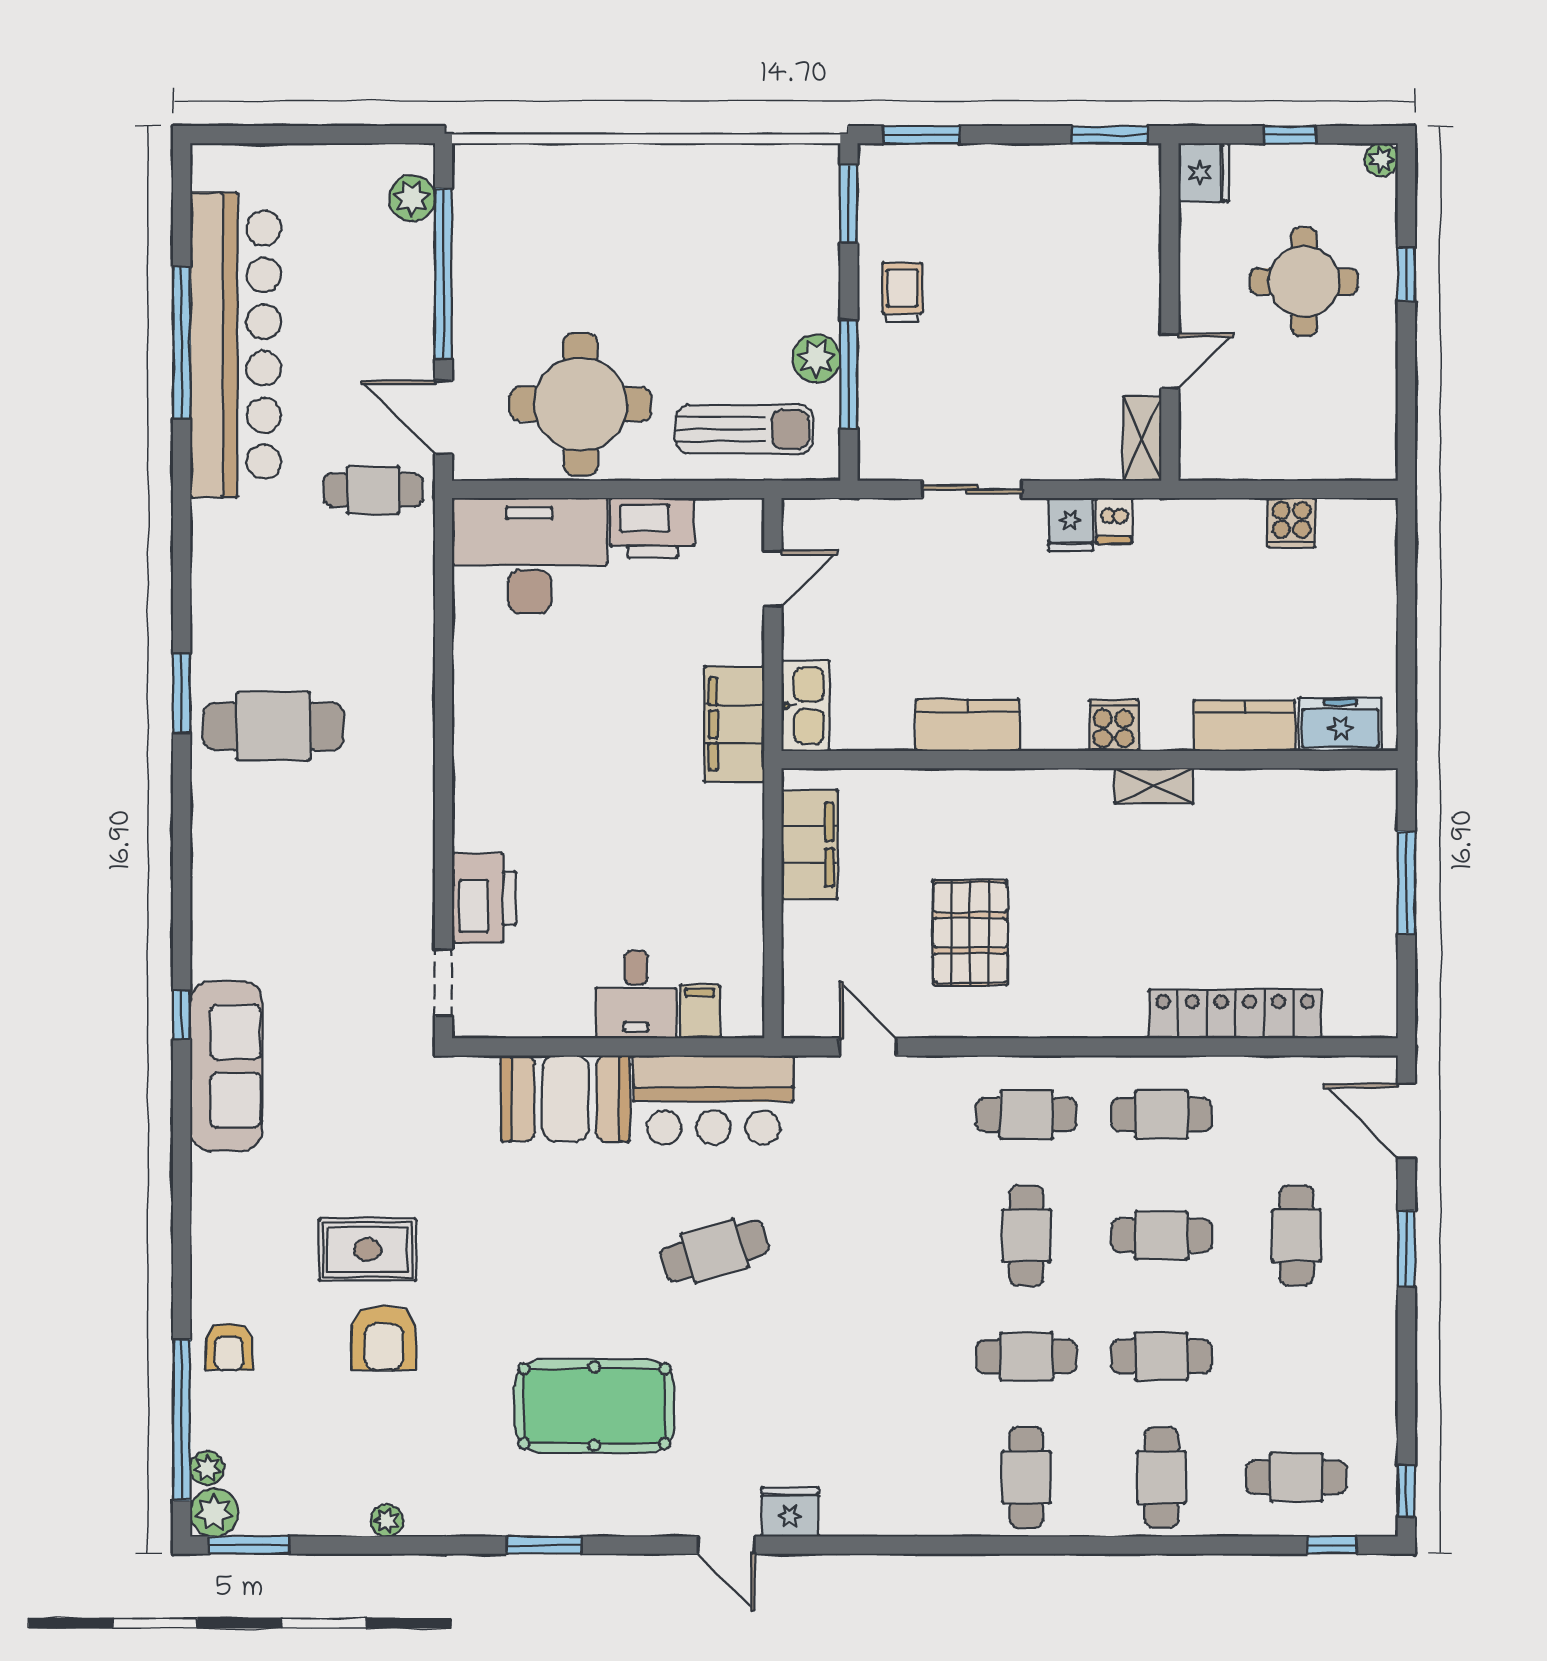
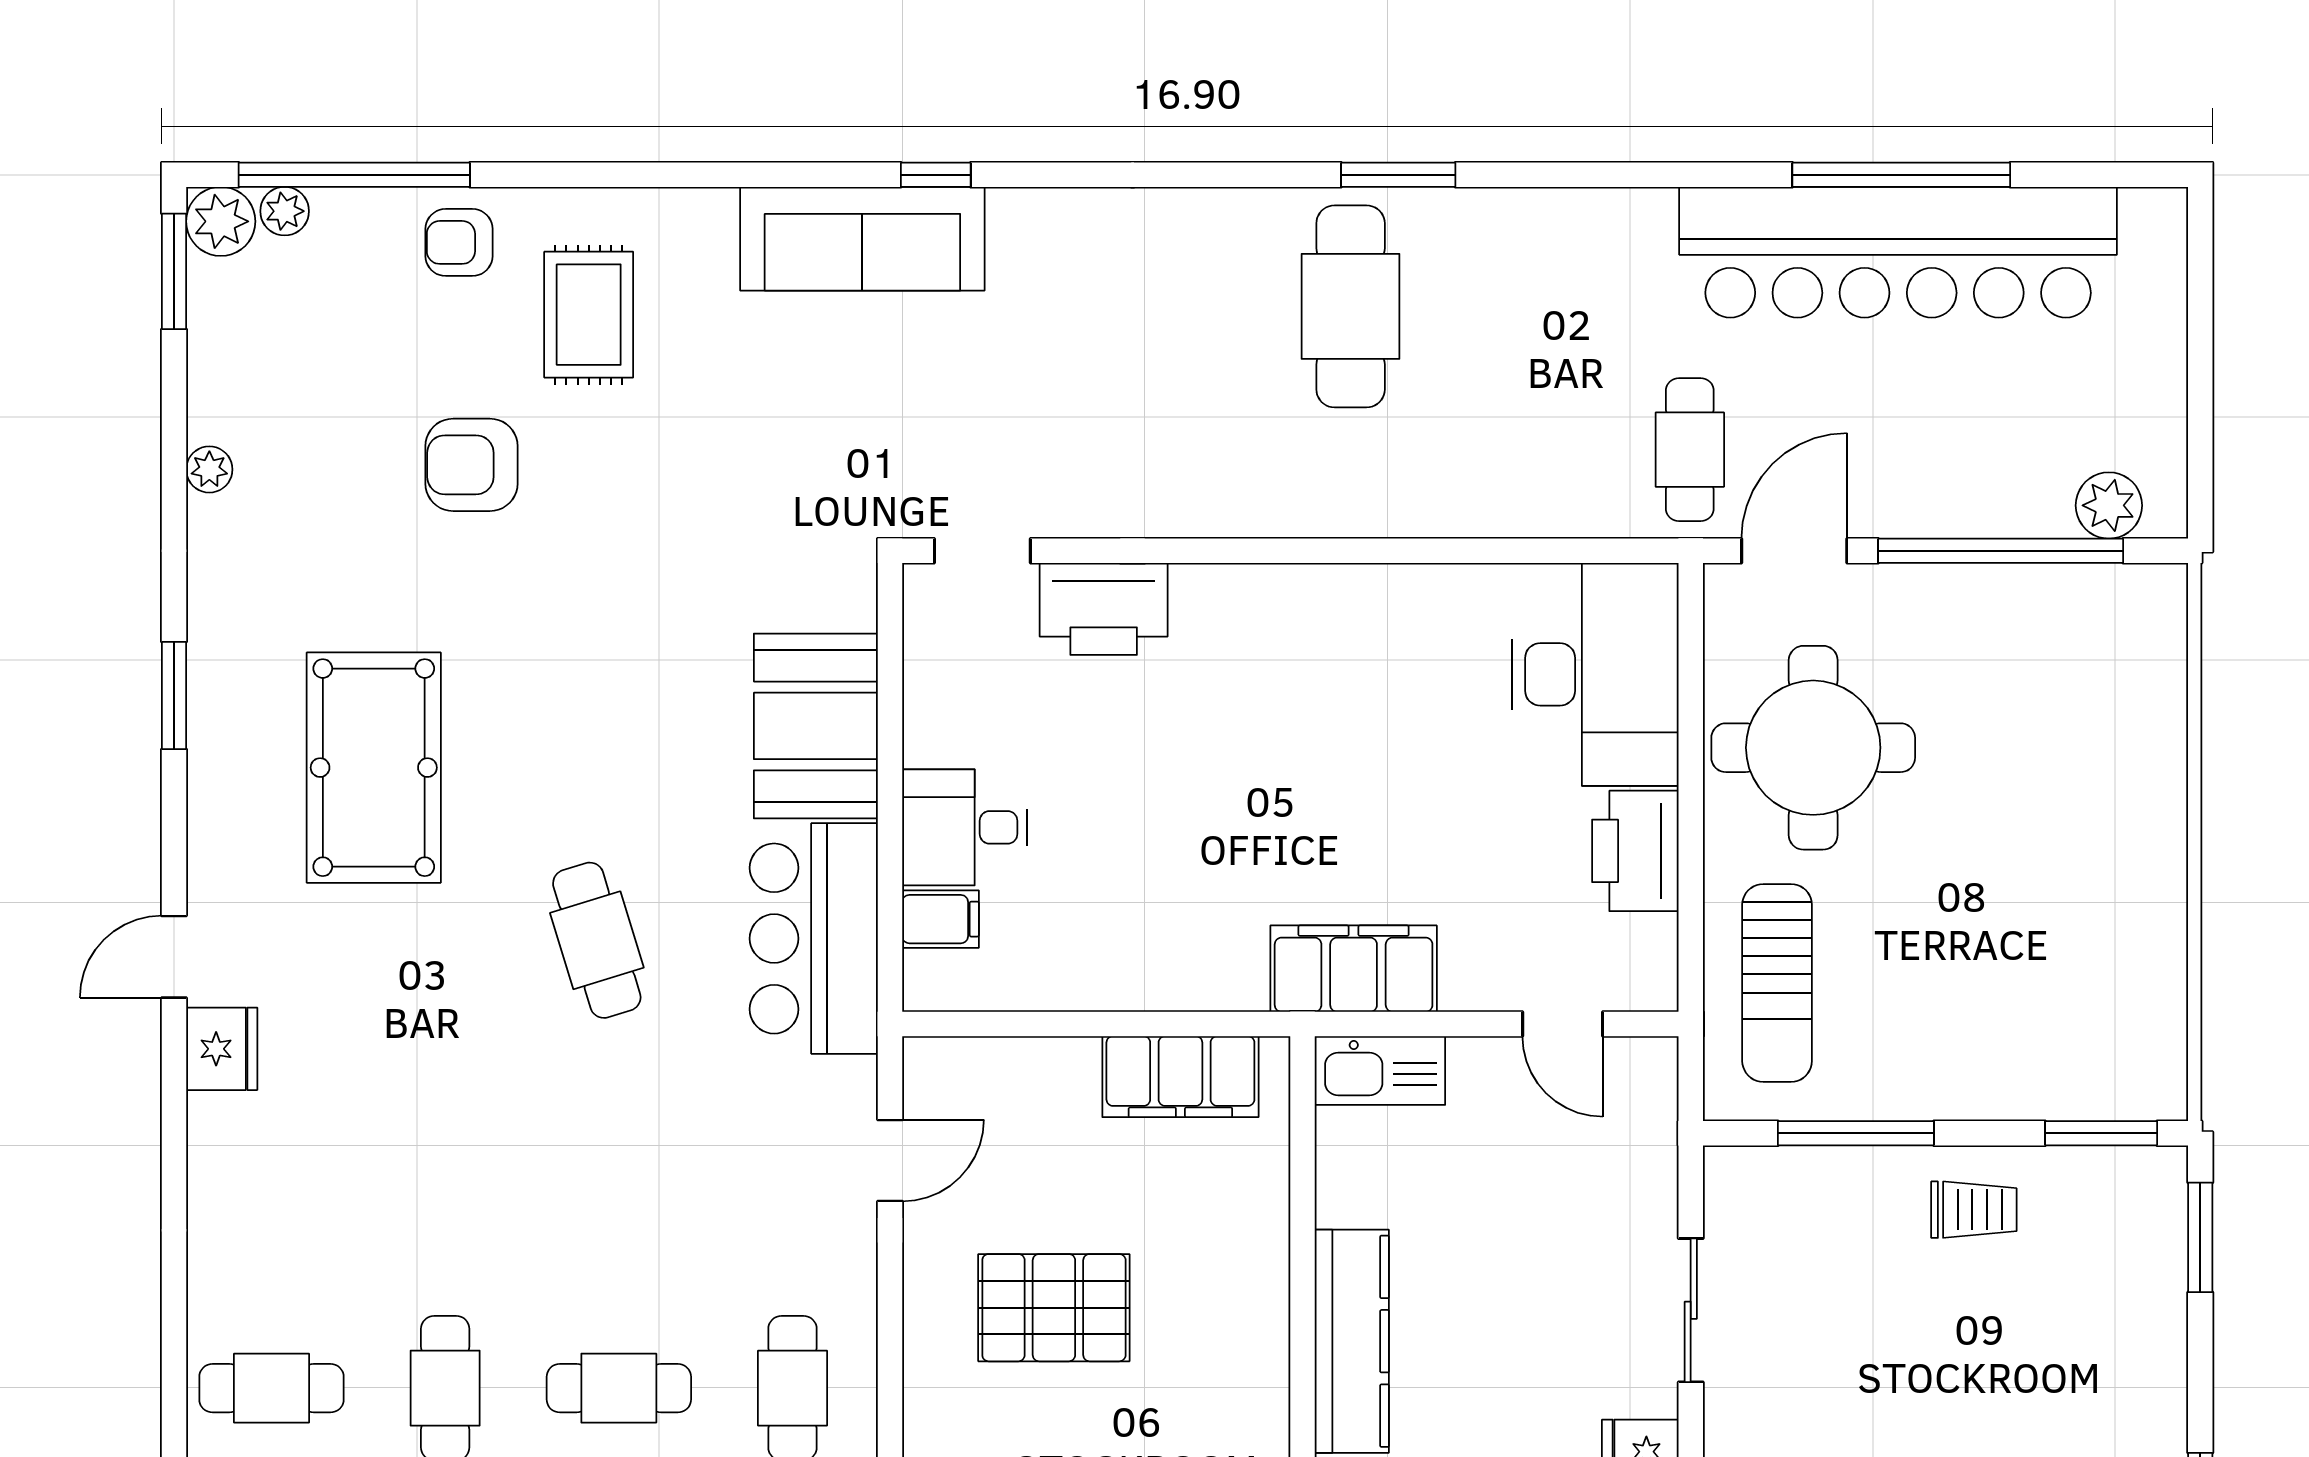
plant: (816, 358) -> (1879, 1086), removed
kitchen counter: (968, 725) -> (1352, 1341), width x1.50
rug: (368, 1250) -> (589, 315), moved

